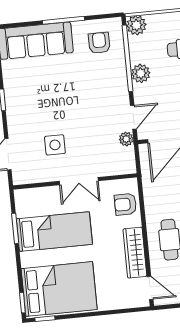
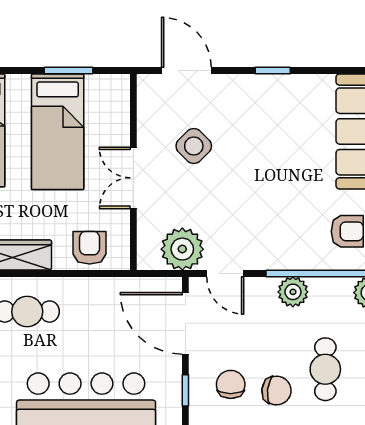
plant: (126, 139) -> (182, 249), width x1.87, depth x1.87
side table: (55, 145) -> (194, 146), turned 45

